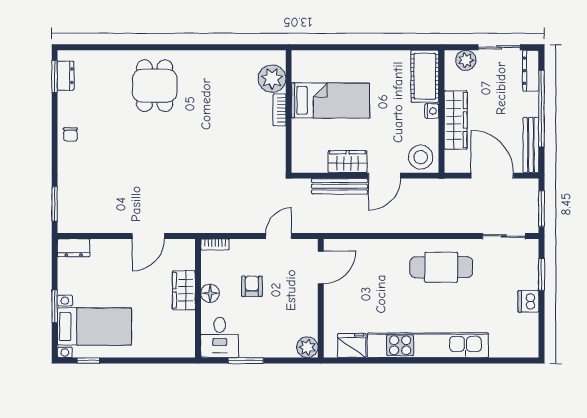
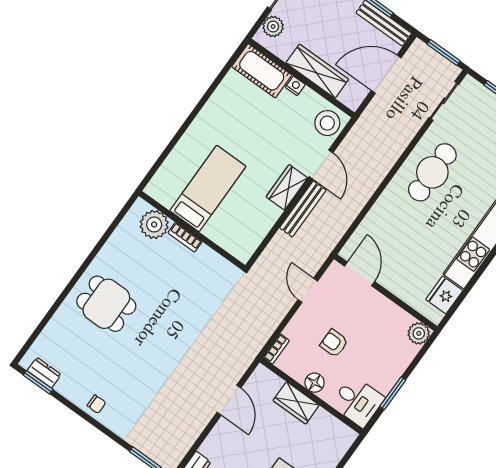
plant: (272, 79) -> (154, 225), moved
bed: (330, 100) -> (208, 188), moved
bookcase: (279, 110) -> (185, 237), moved
wall: (289, 111) -> (192, 230), moved

